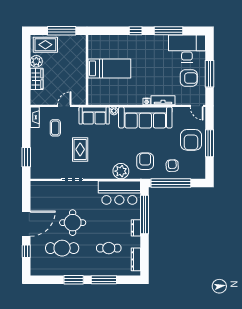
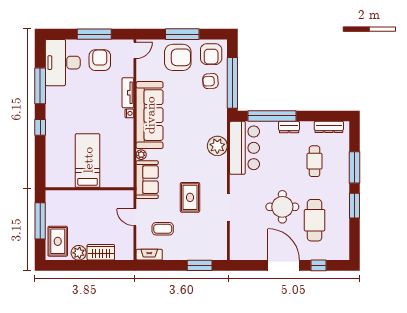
rug: (80, 149) -> (190, 197), turned 90
armchair: (145, 161) -> (211, 54), moved, turned -90

